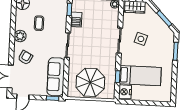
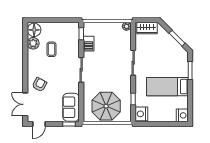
plant: (20, 36) -> (33, 43), moved
side table: (141, 39) -> (155, 60), removed
bed: (140, 76) -> (167, 87), moved, turned 180
sofa: (56, 77) -> (71, 107), width x0.73
nightstand: (166, 95) -> (182, 115), added

